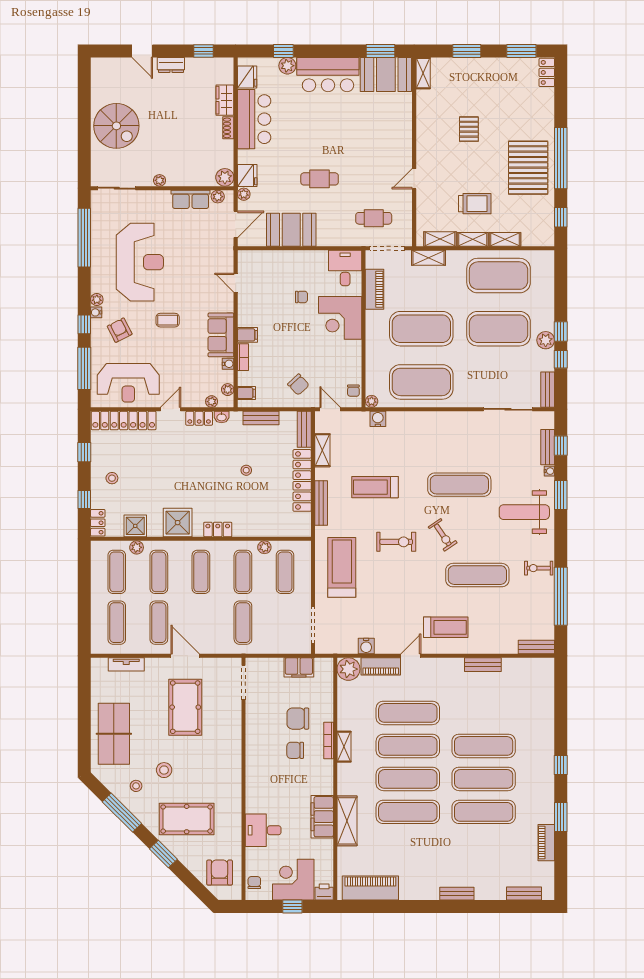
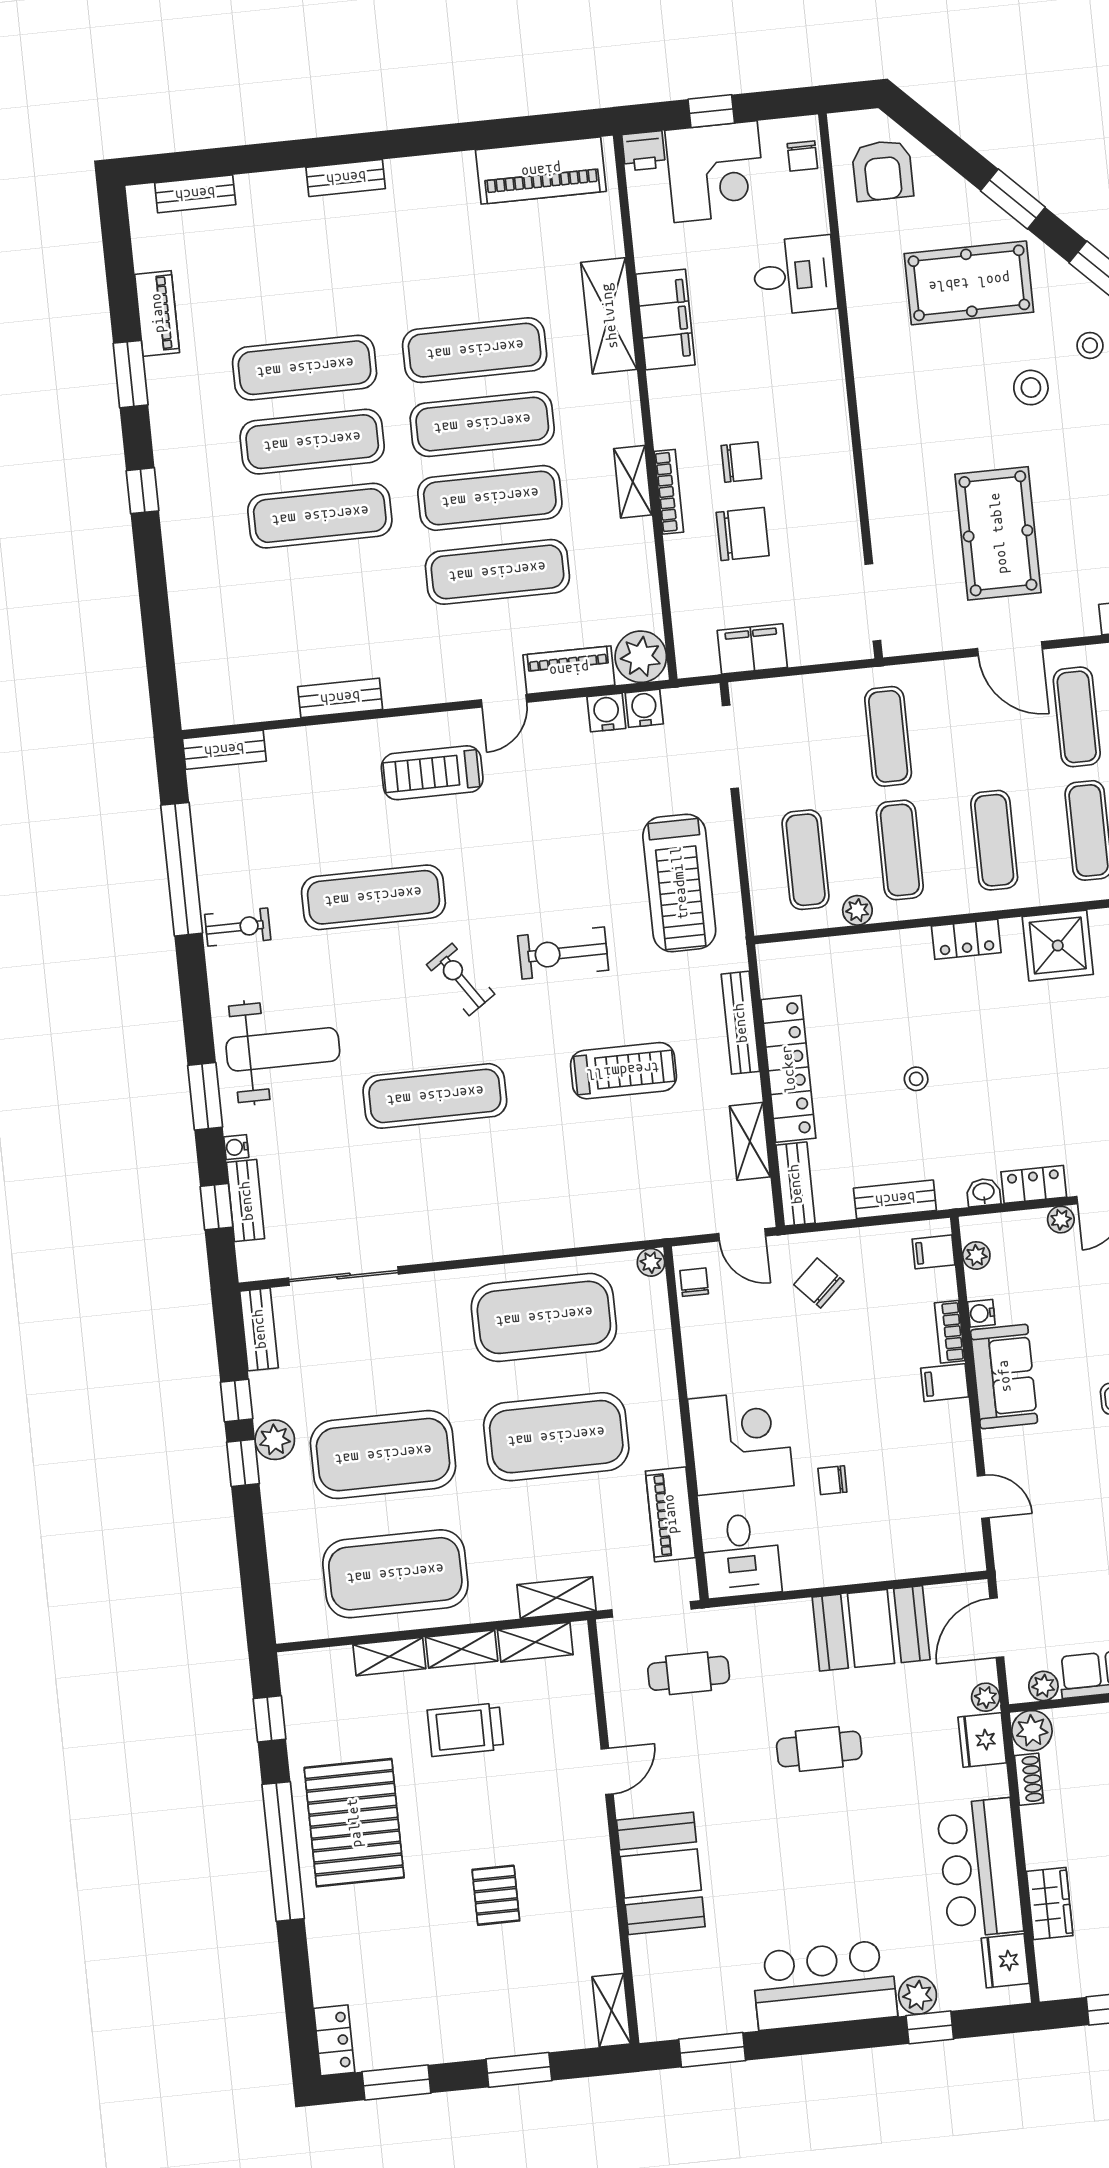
booth: (386, 75) -> (661, 1873), moved, turned 90
shoe rack: (228, 128) -> (1029, 1779), moved
plant: (212, 402) -> (1061, 1220), moved
water cooler: (378, 419) -> (644, 708), moved, turned 180

